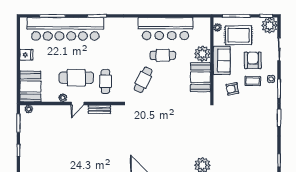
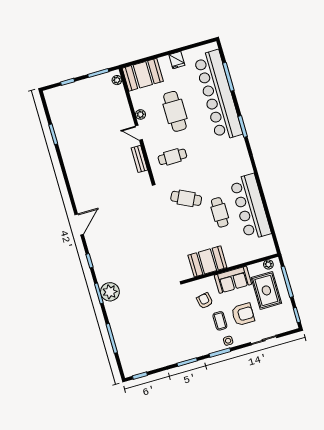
plant: (270, 25) -> (287, 322), removed
plant: (202, 54) -> (234, 256), removed
cafe table: (76, 78) -> (175, 111), moved

